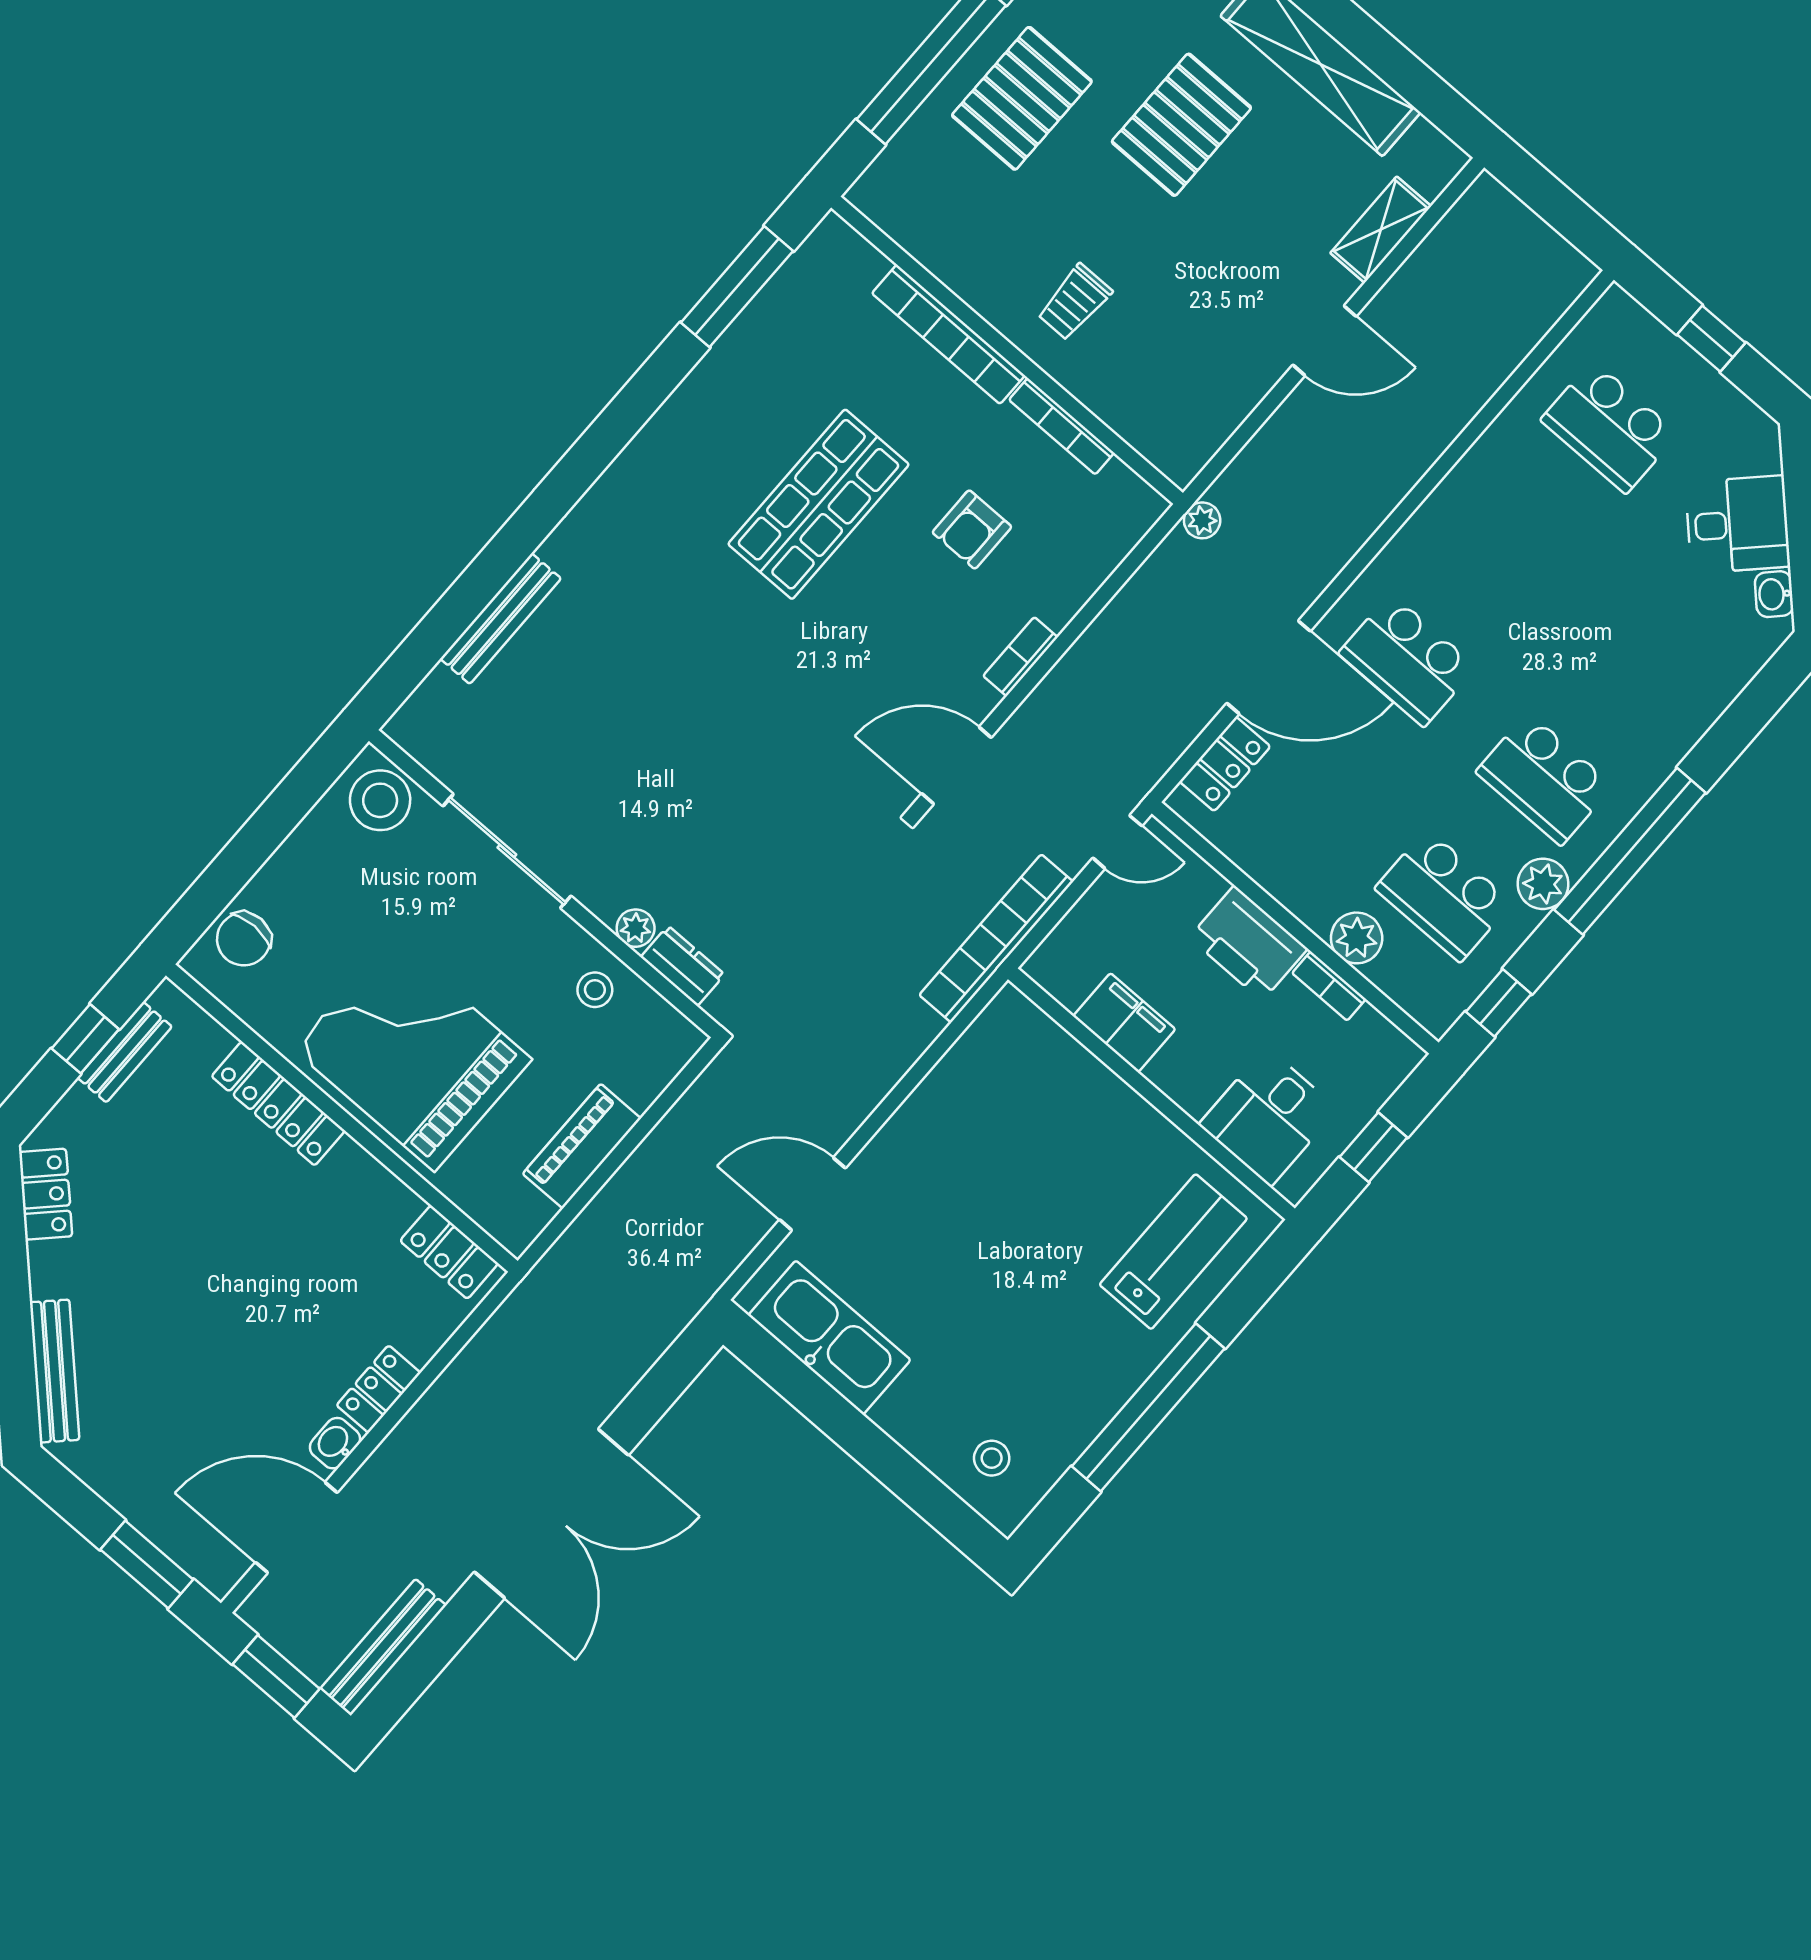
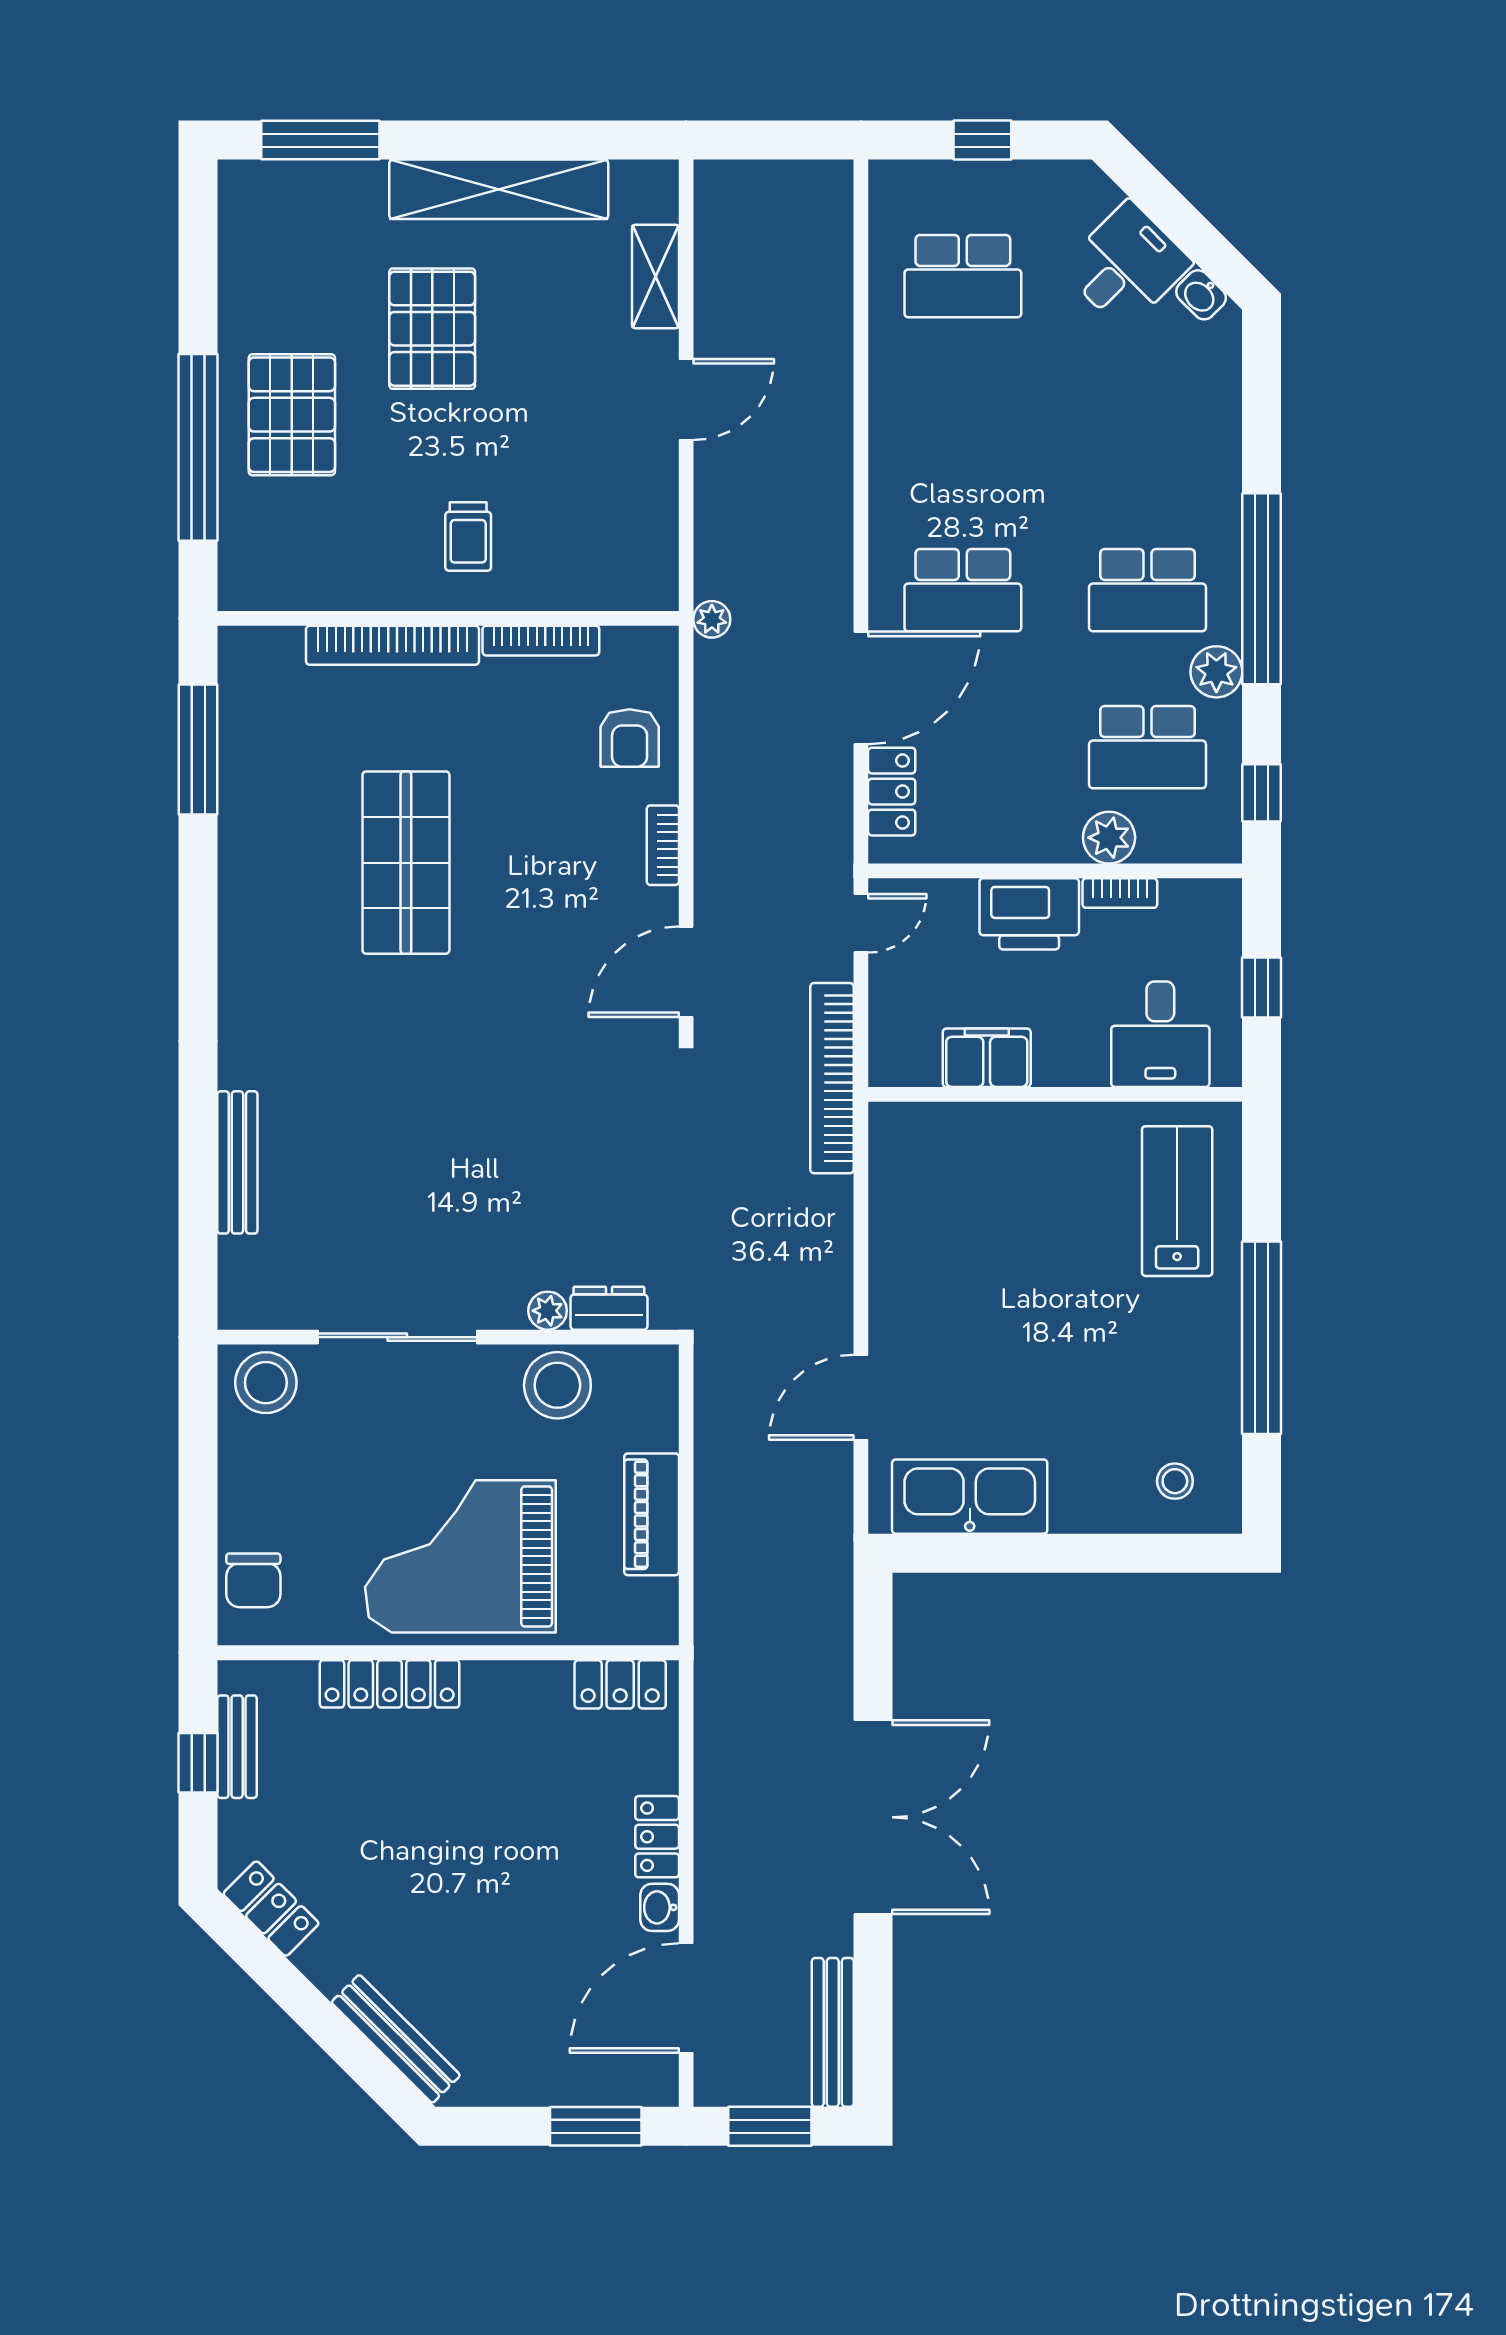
armchair: (972, 529) -> (630, 738), moved
stool: (595, 990) -> (557, 1385), width x1.89, depth x1.89

